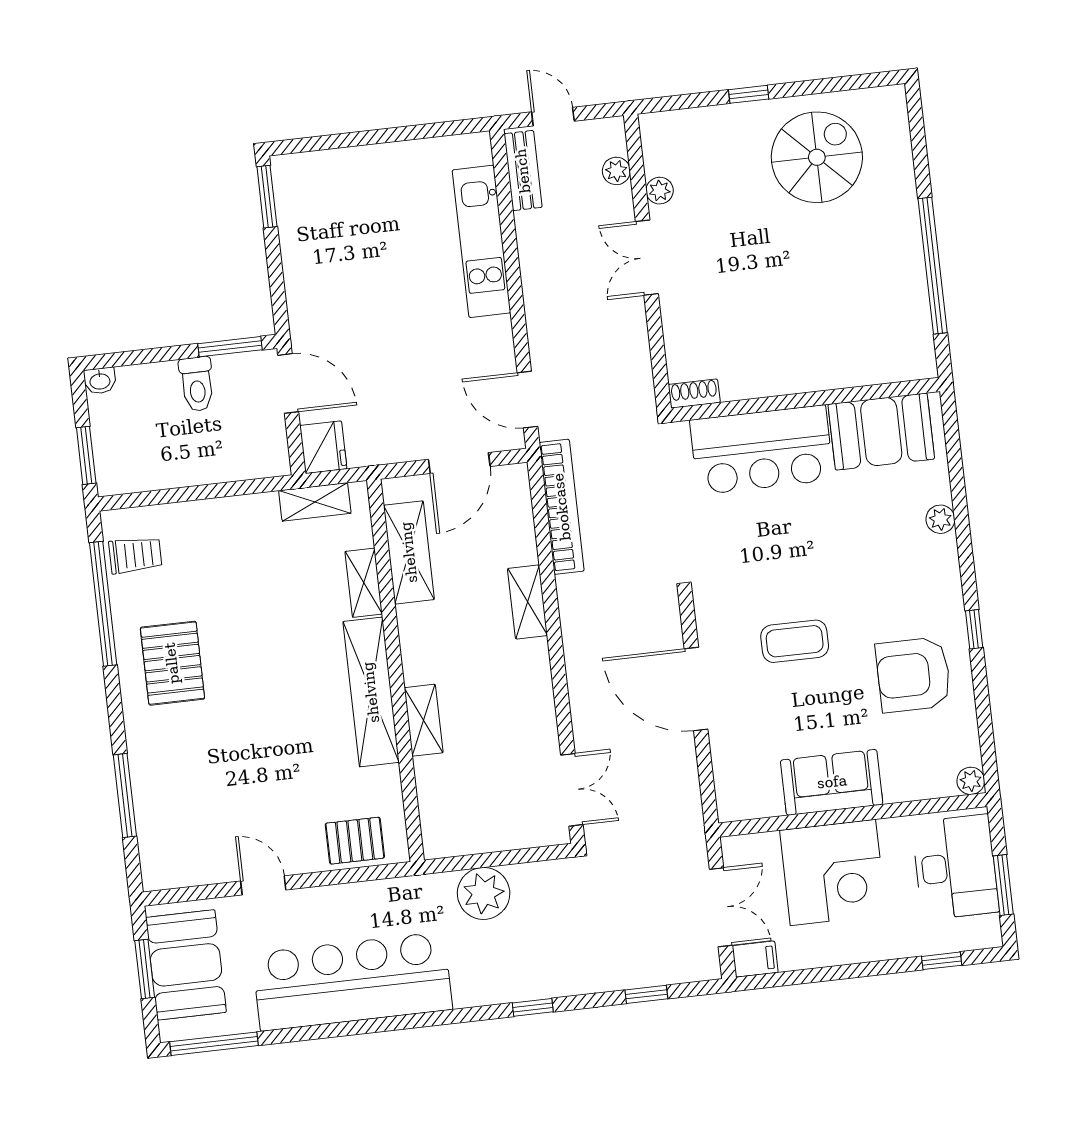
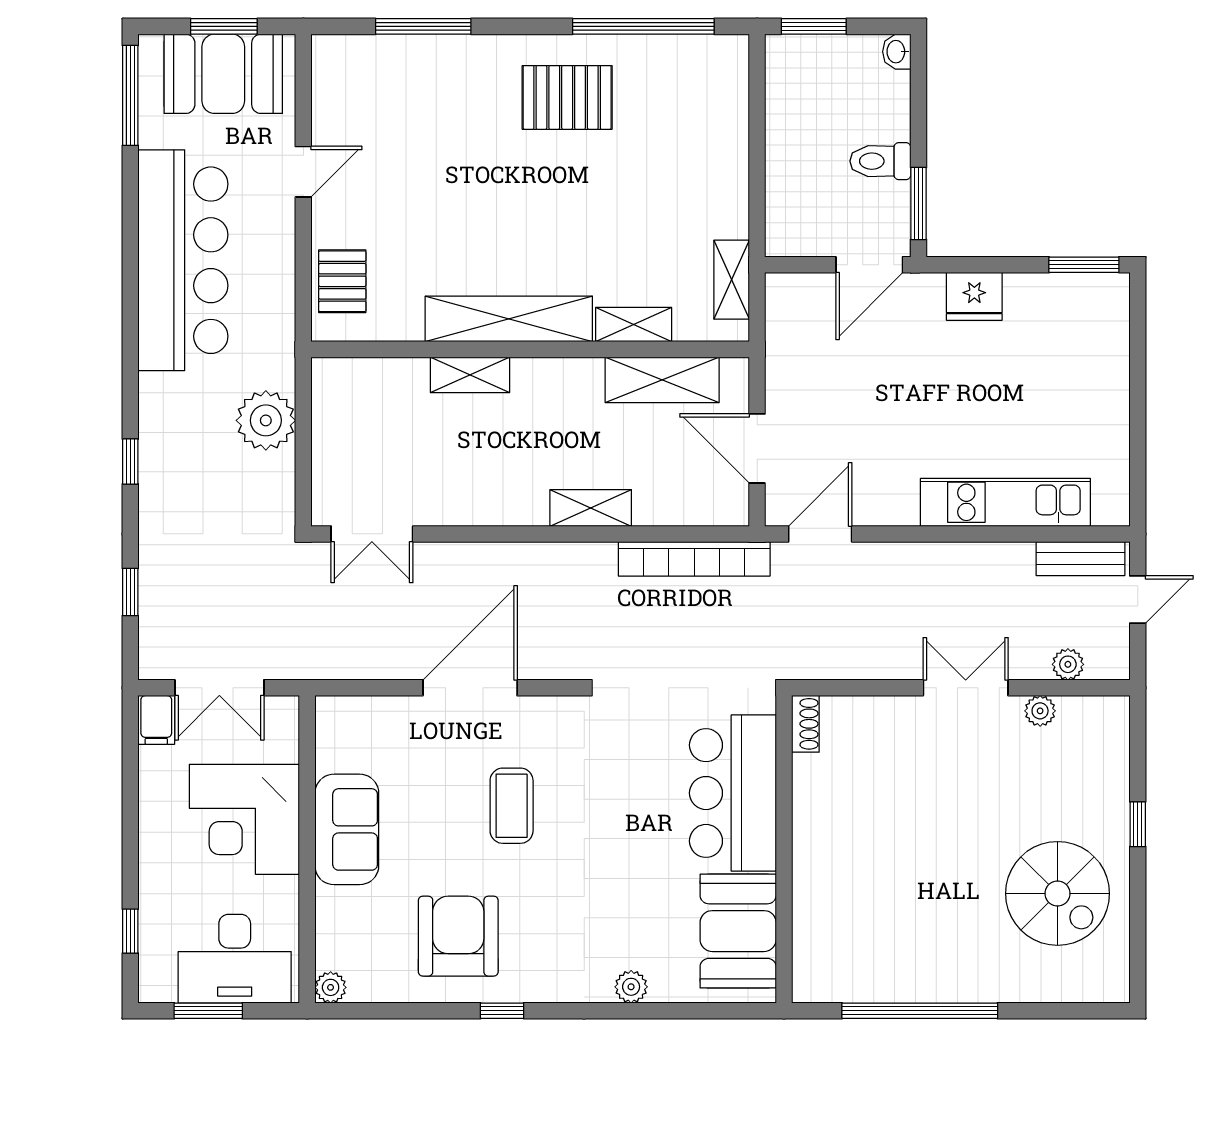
fridge: (323, 447) -> (974, 296), moved
trolley: (135, 555) -> (694, 69), removed

